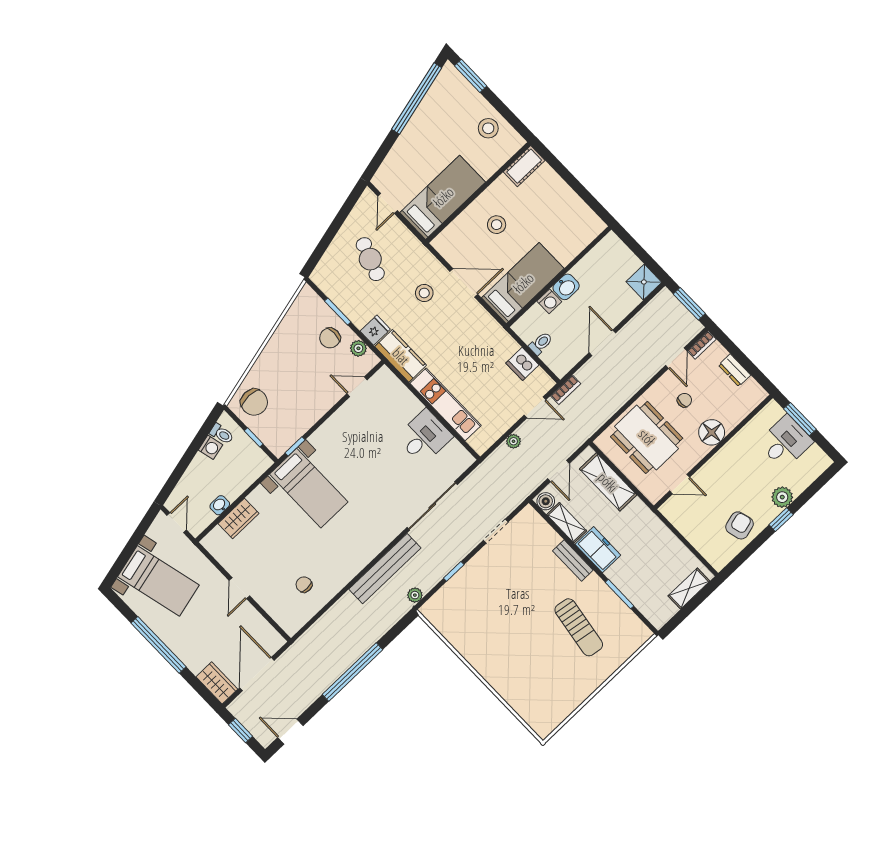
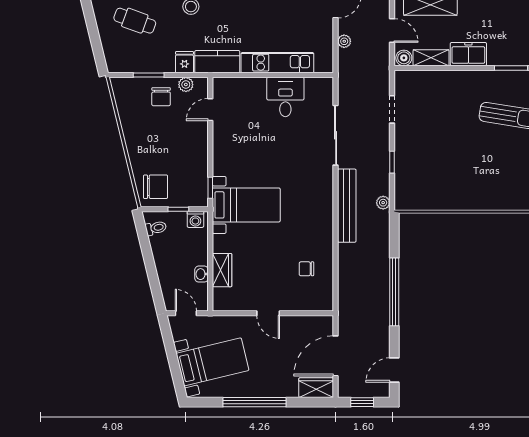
washing machine: (211, 447) -> (195, 219), moved, turned 104
bench: (573, 560) -> (460, 77), removed
door: (257, 674) -> (336, 356), hinge flipped

